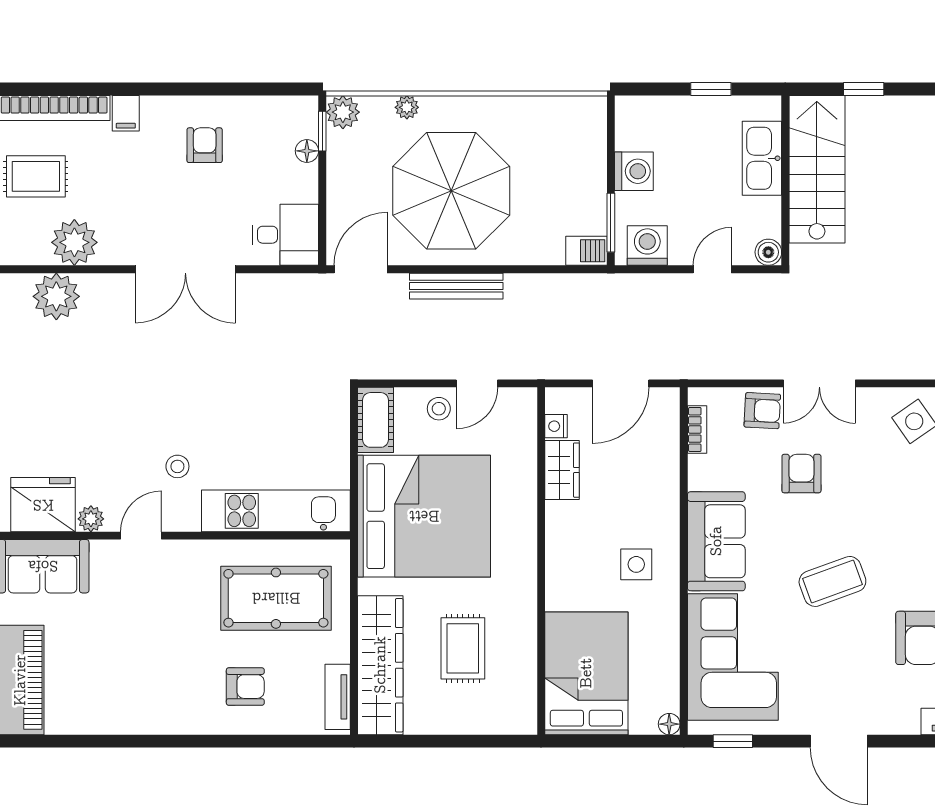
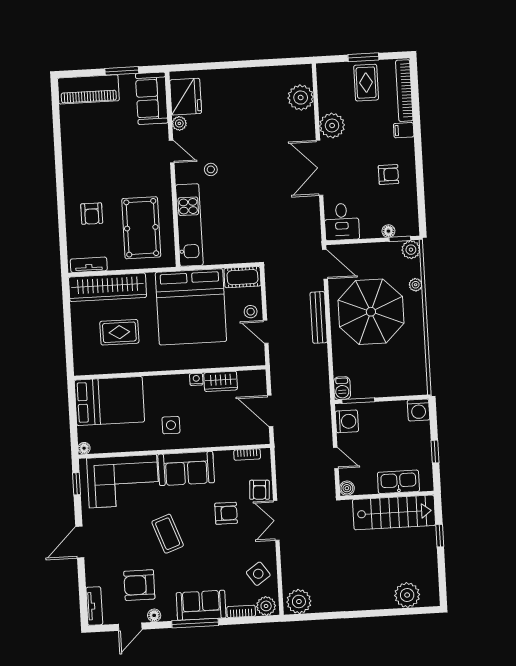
washing machine: (634, 171) -> (419, 410), moved
plant: (74, 242) -> (332, 125), moved
nightstand: (556, 426) -> (196, 379), moved

